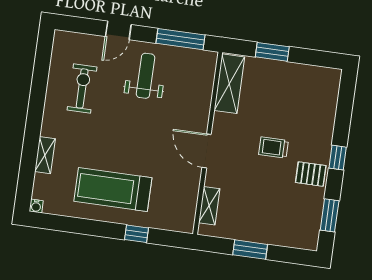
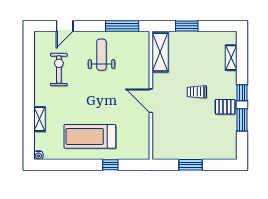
door: (118, 30) -> (65, 26), moved
shelving: (209, 206) -> (231, 58), moved
window: (330, 215) -> (242, 120), moved

